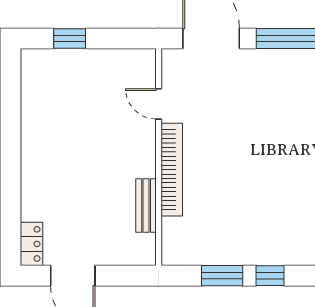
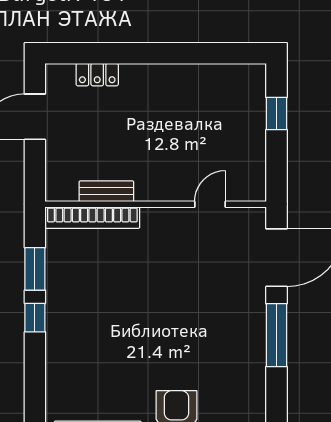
bookcase: (172, 170) -> (92, 218), moved
locker: (31, 244) -> (97, 75), moved

